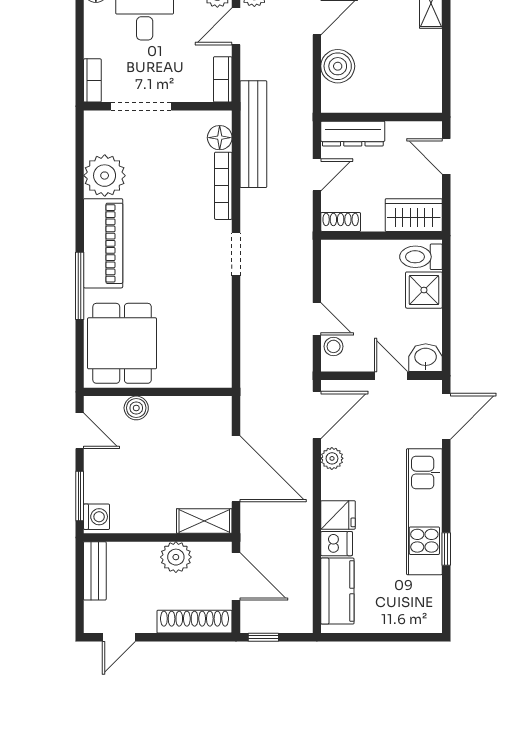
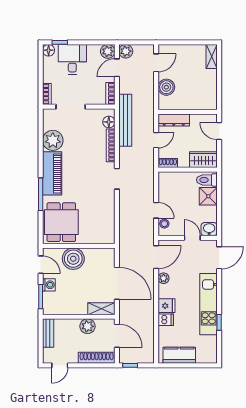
boiler: (136, 408) -> (73, 259), width x1.86, depth x1.86
washing machine: (97, 517) -> (49, 285), moved
kitchen counter: (337, 591) -> (179, 355), moved, turned -90

